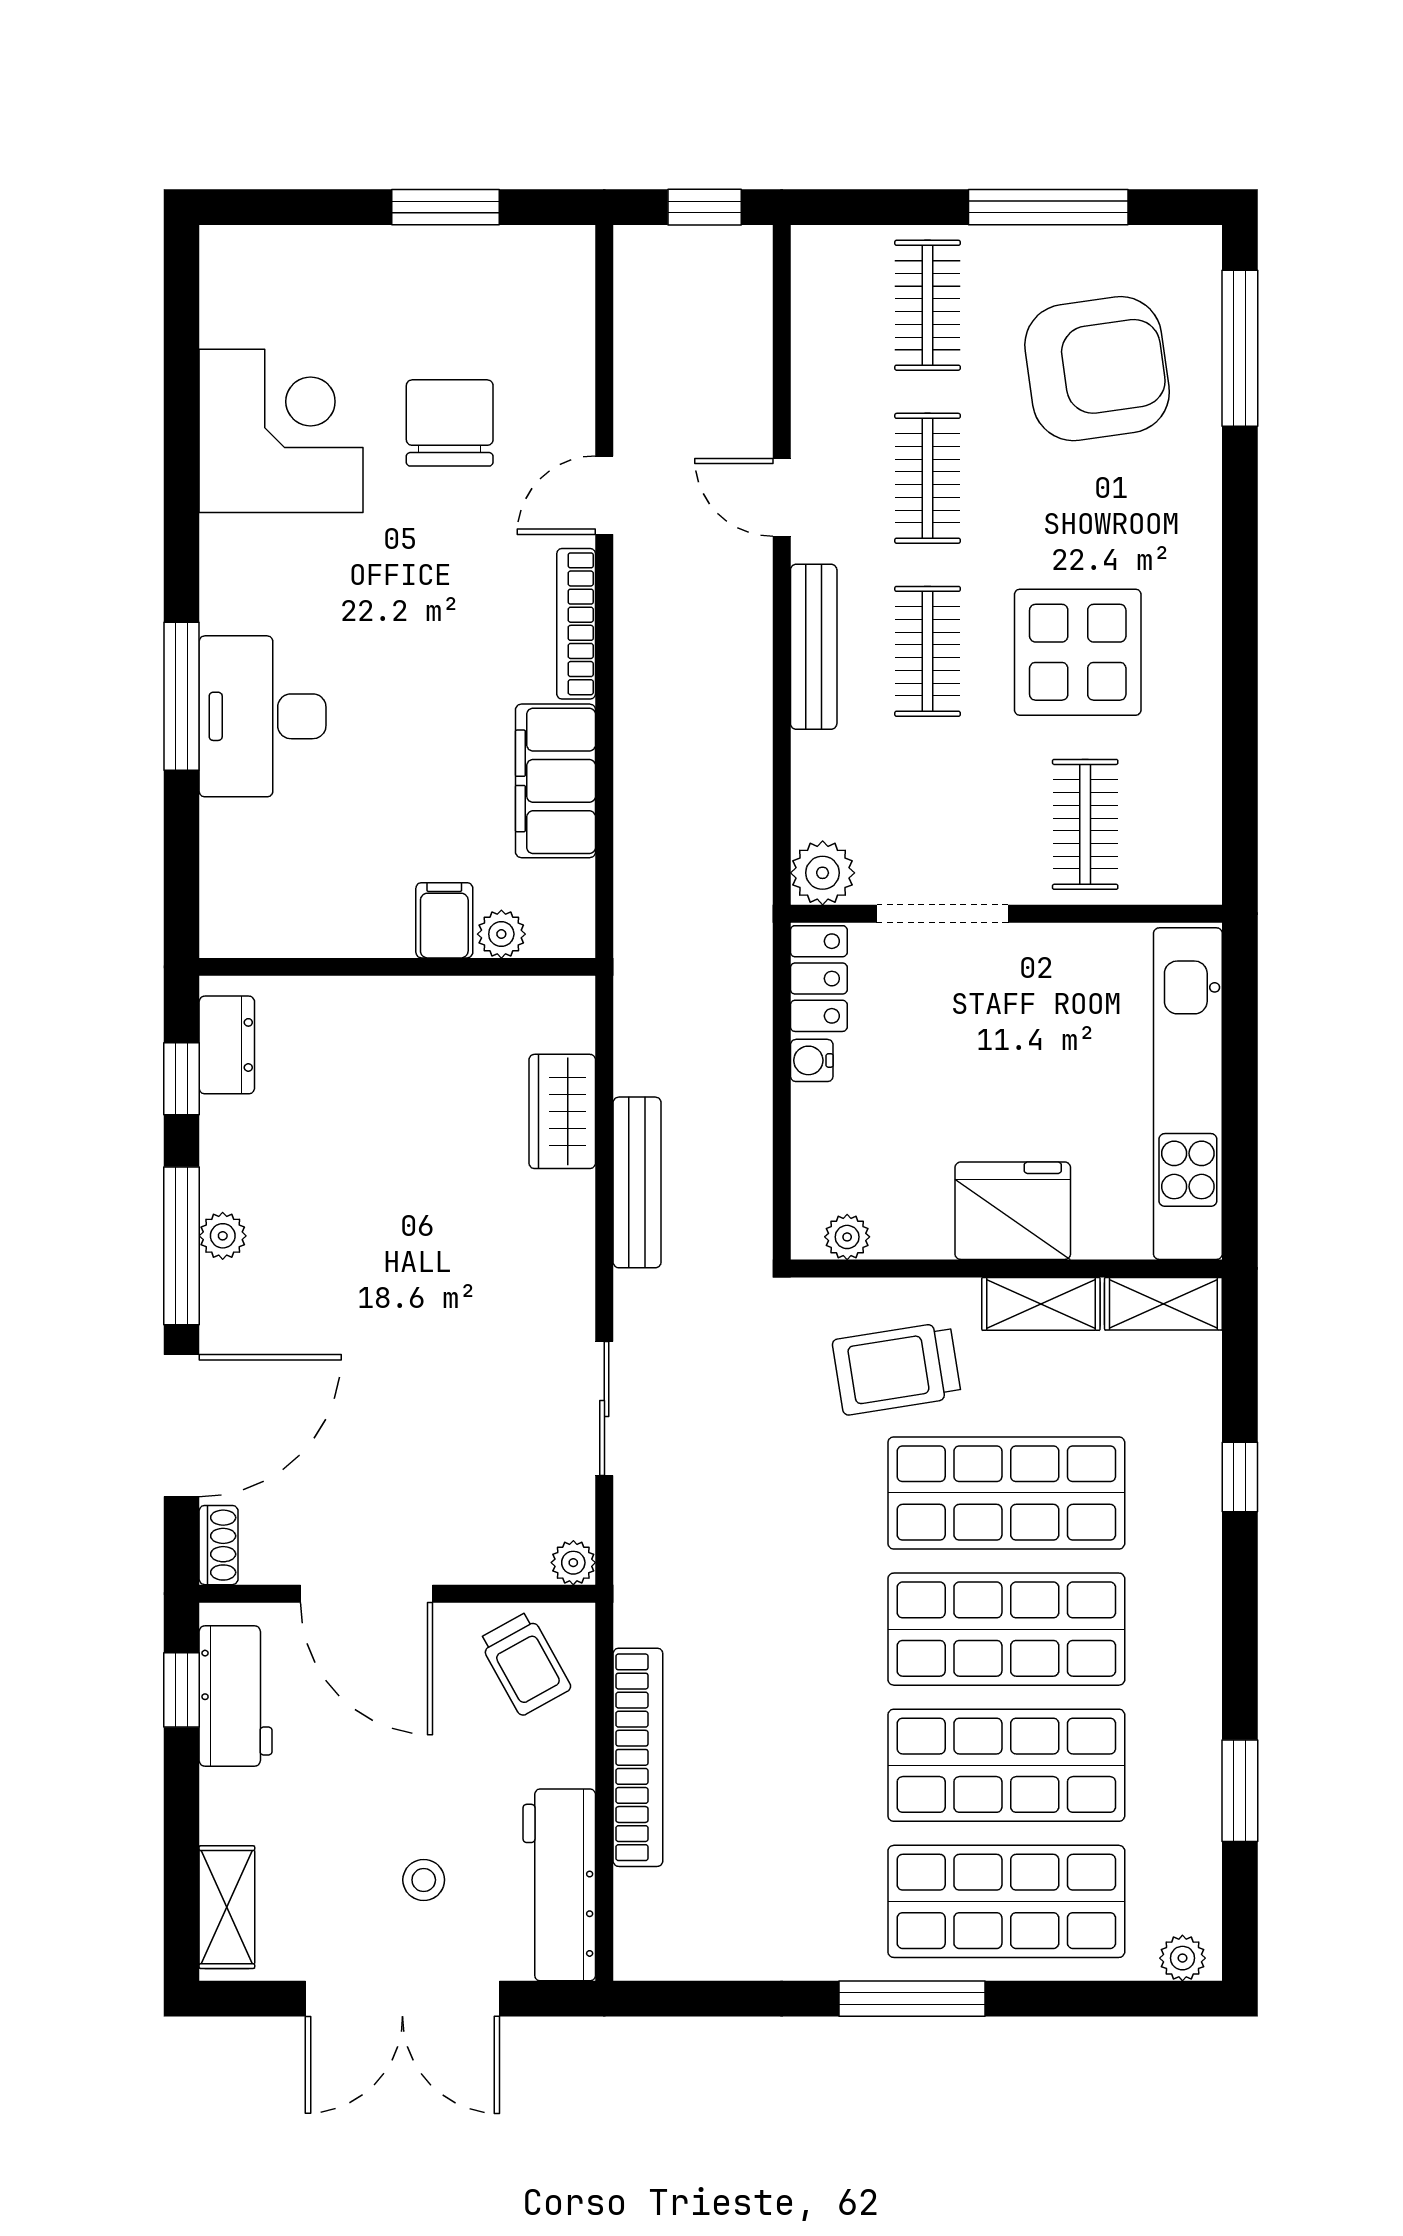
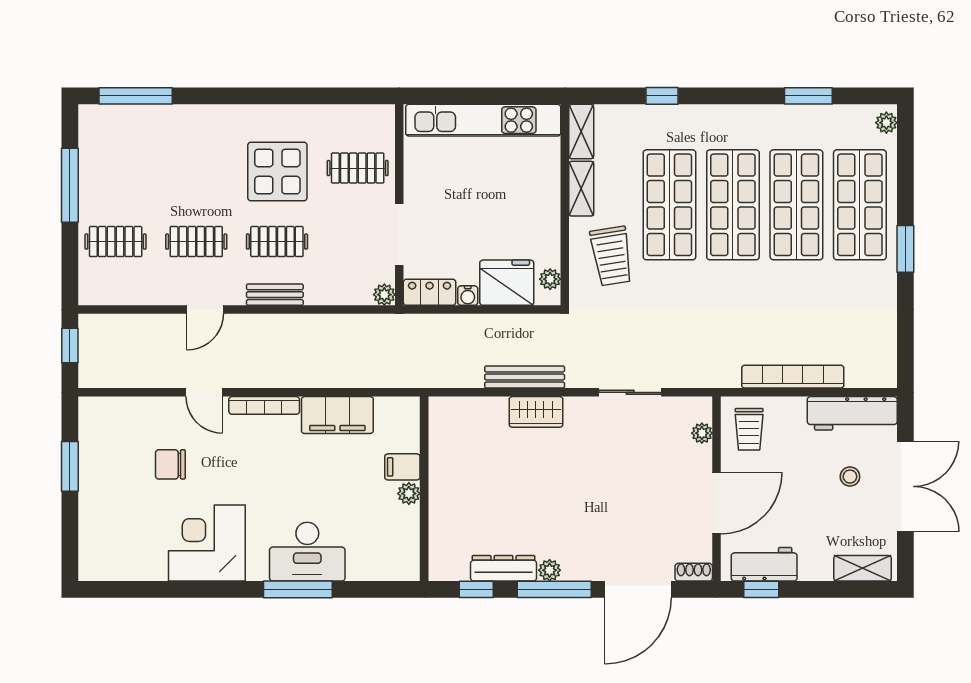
armchair: (1097, 369) -> (145, 163), removed
chair: (450, 423) -> (170, 464), width x0.73, depth x0.73
corner desk: (281, 431) -> (207, 543), moved
bench: (814, 647) -> (275, 295), width x0.73
plant: (823, 873) -> (384, 295), width x0.73, depth x0.73
plant: (501, 934) -> (409, 494), moved
dresser: (227, 1045) -> (504, 568), moved, width x1.44
wardrobe: (562, 1111) -> (536, 412), moved
fridge: (1013, 1211) -> (507, 283), moved, turned 90
door: (181, 1426) -> (638, 589), swing flipped
plant: (573, 1563) -> (702, 433), moved
trolley: (525, 1664) -> (749, 429), turned 119
window: (912, 1999) -> (905, 249), width x0.69

